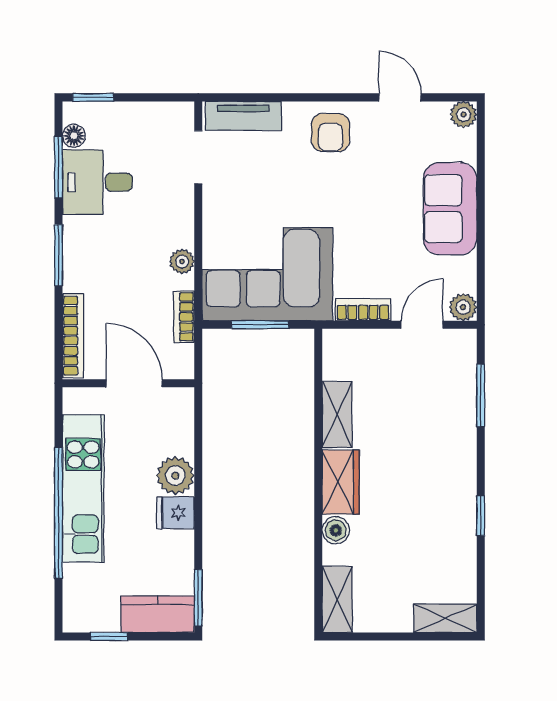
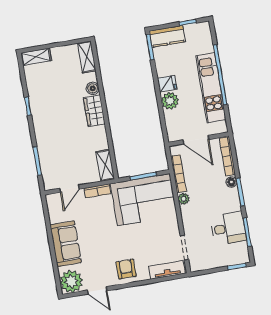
plant: (464, 115) -> (71, 281), width x1.88, depth x1.88
floor lamp: (74, 136) -> (231, 182), moved
plant: (463, 307) -> (52, 200), removed
bookcase: (184, 317) -> (178, 174), width x1.56
shelving: (337, 414) -> (105, 165), moved

